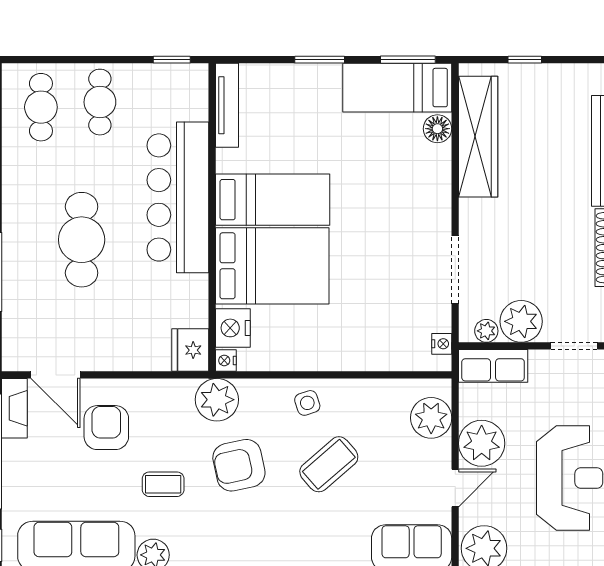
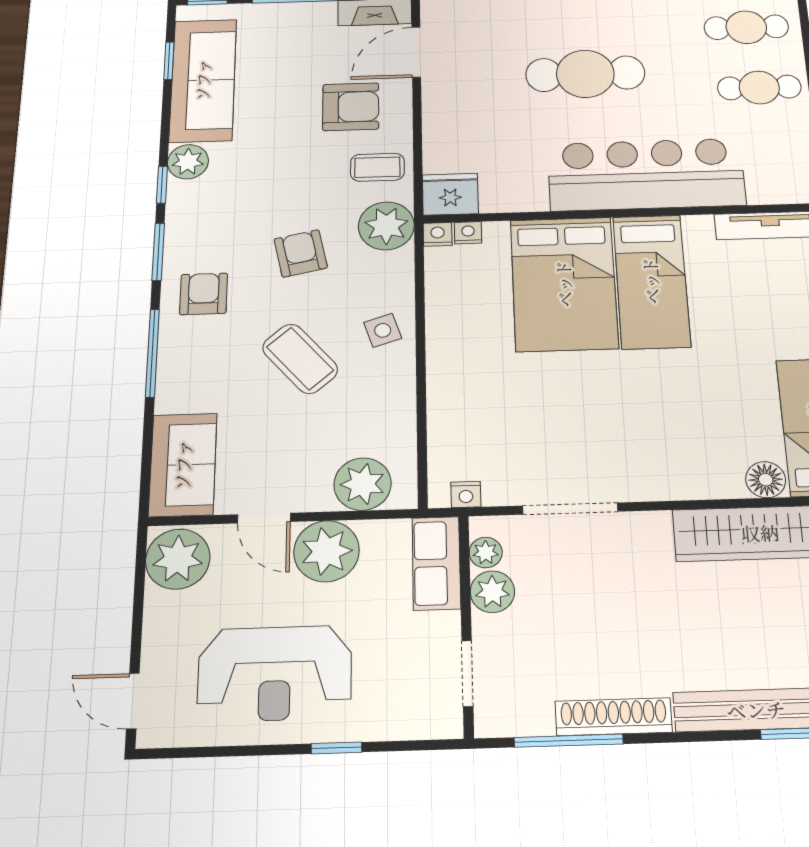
plant: (521, 321) -> (492, 592), width x0.73, depth x0.73
nightstand: (233, 328) -> (468, 233), width x0.53, depth x0.56
armchair: (239, 465) -> (301, 253), width x0.72, depth x0.72
coffee table: (163, 484) -> (377, 167), moved, turned 90
armchair: (272, 538) -> (204, 294), added

